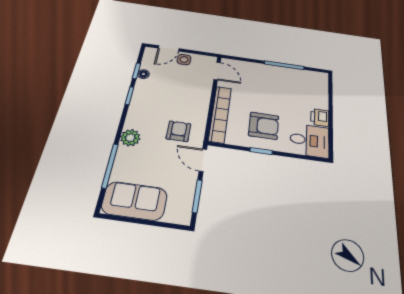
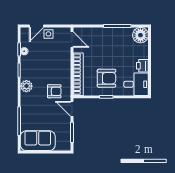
floor lamp: (317, 80) -> (140, 35), added
armchair: (179, 131) -> (54, 91), turned 90
plant: (130, 138) -> (26, 86), moved

